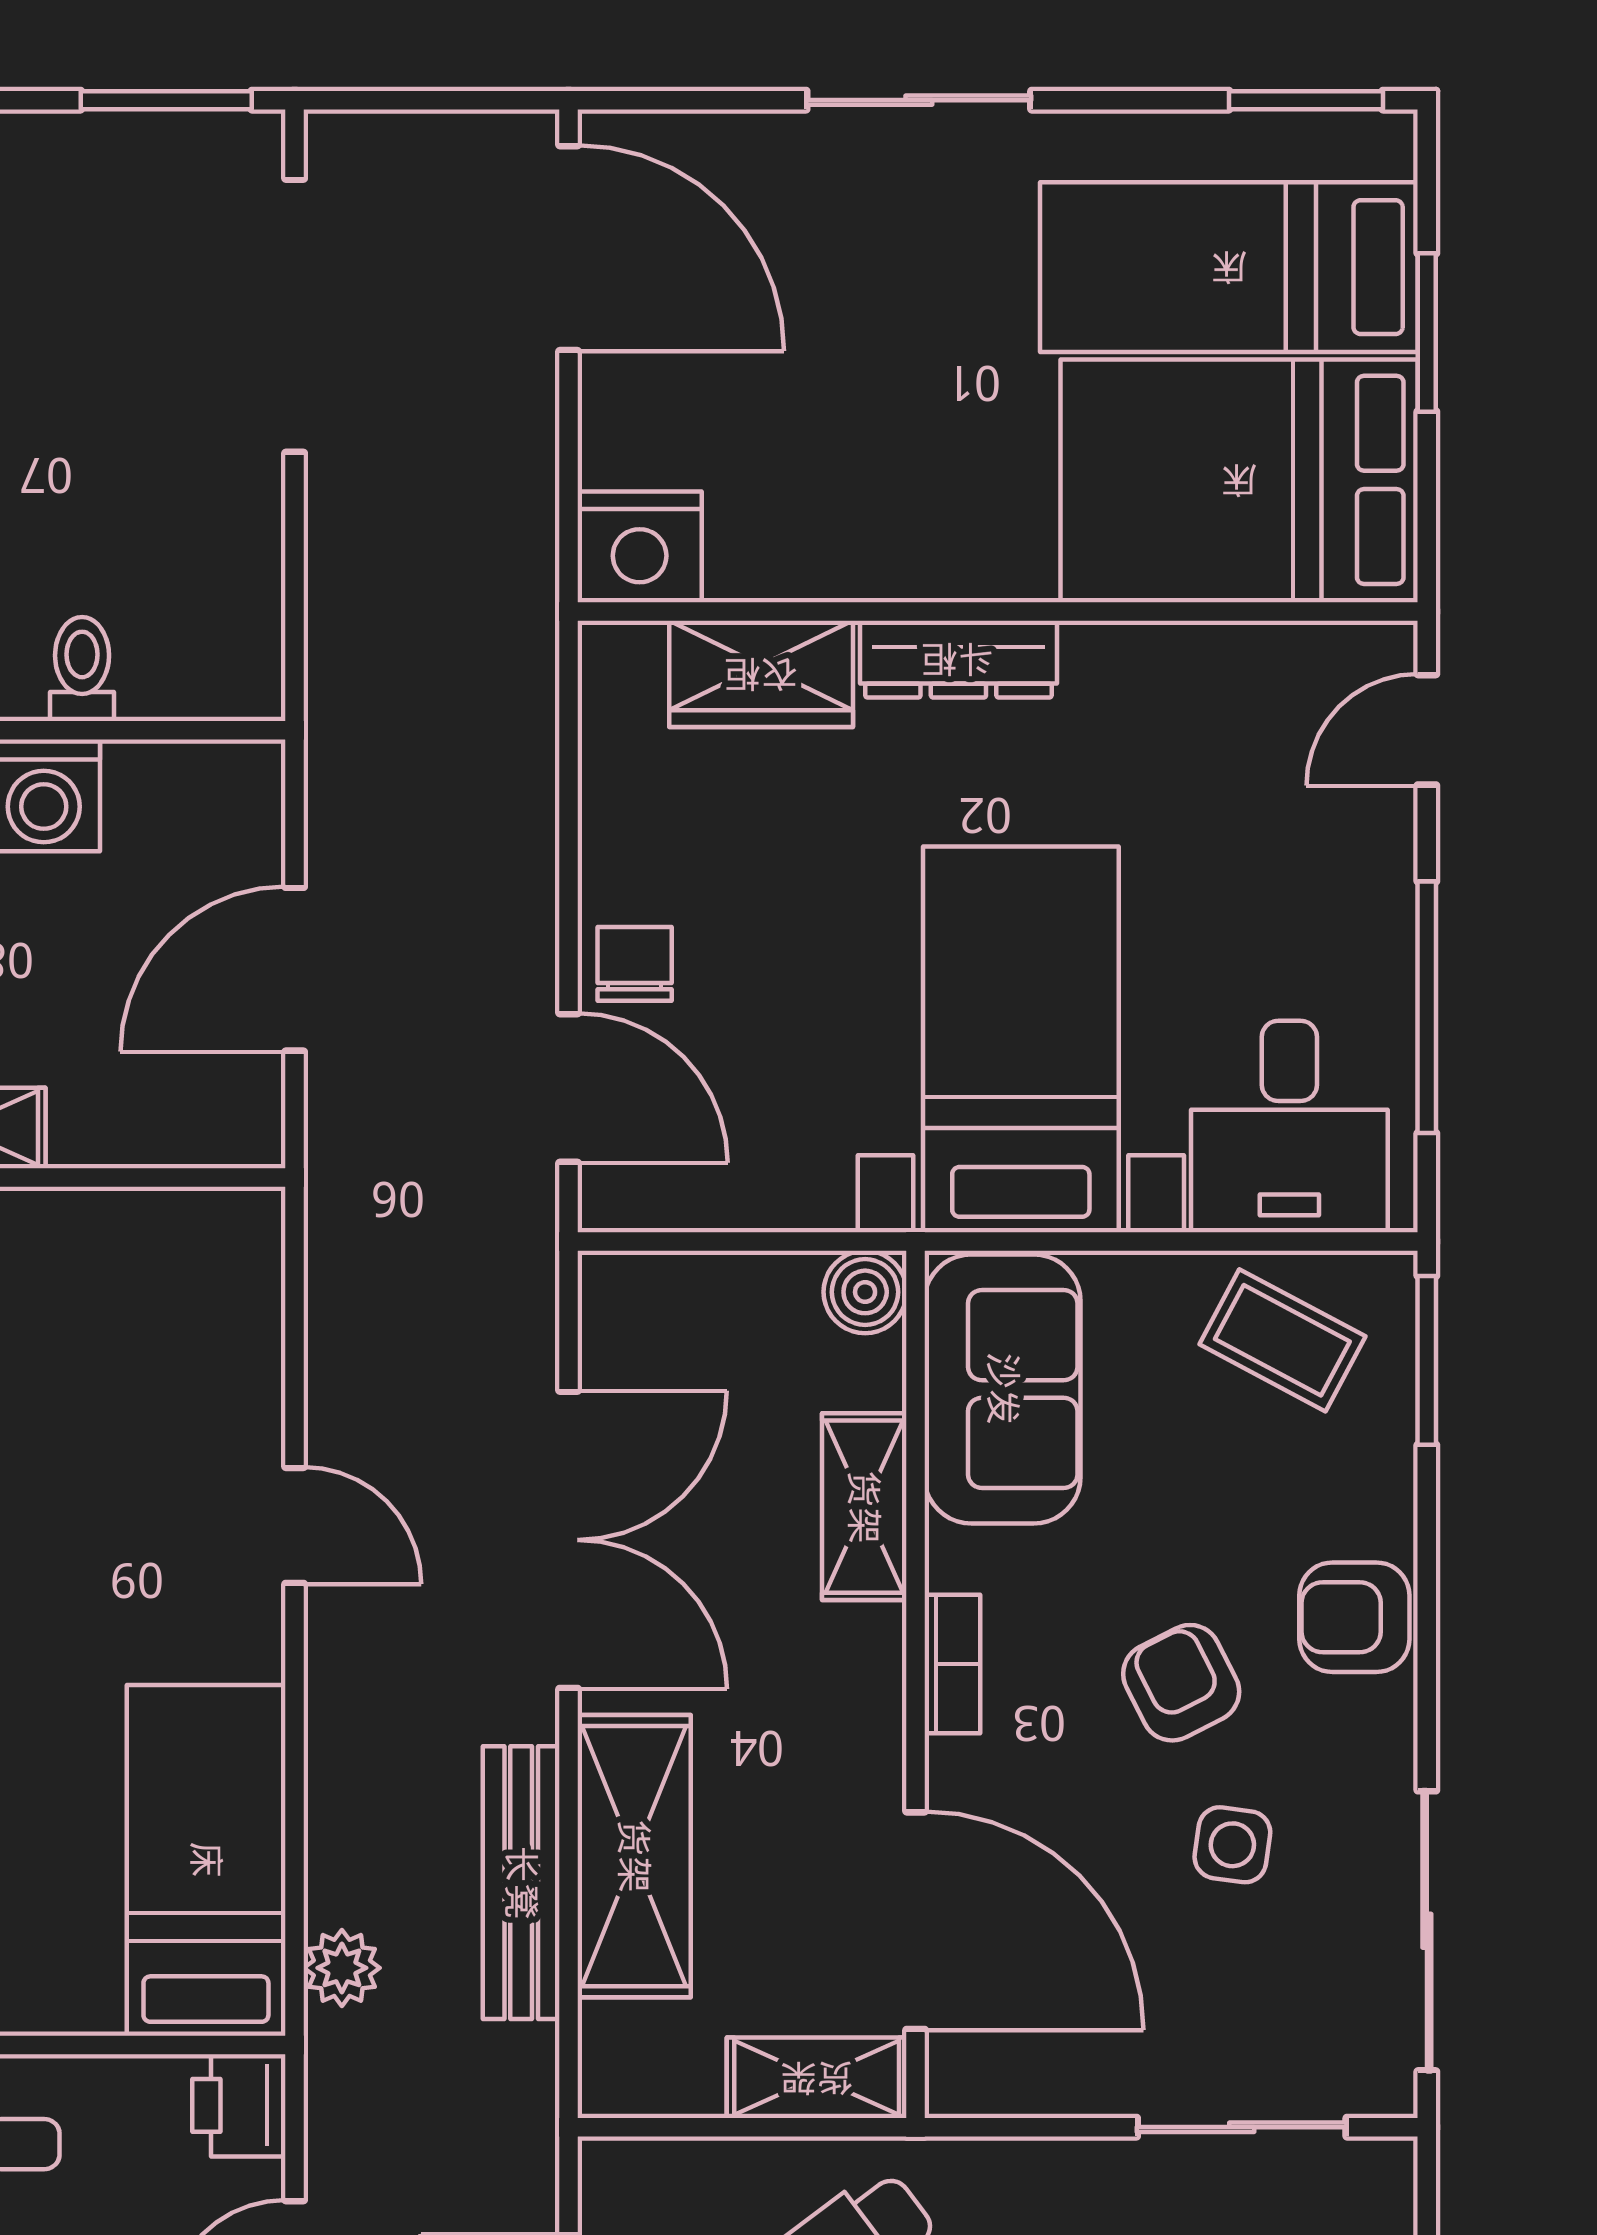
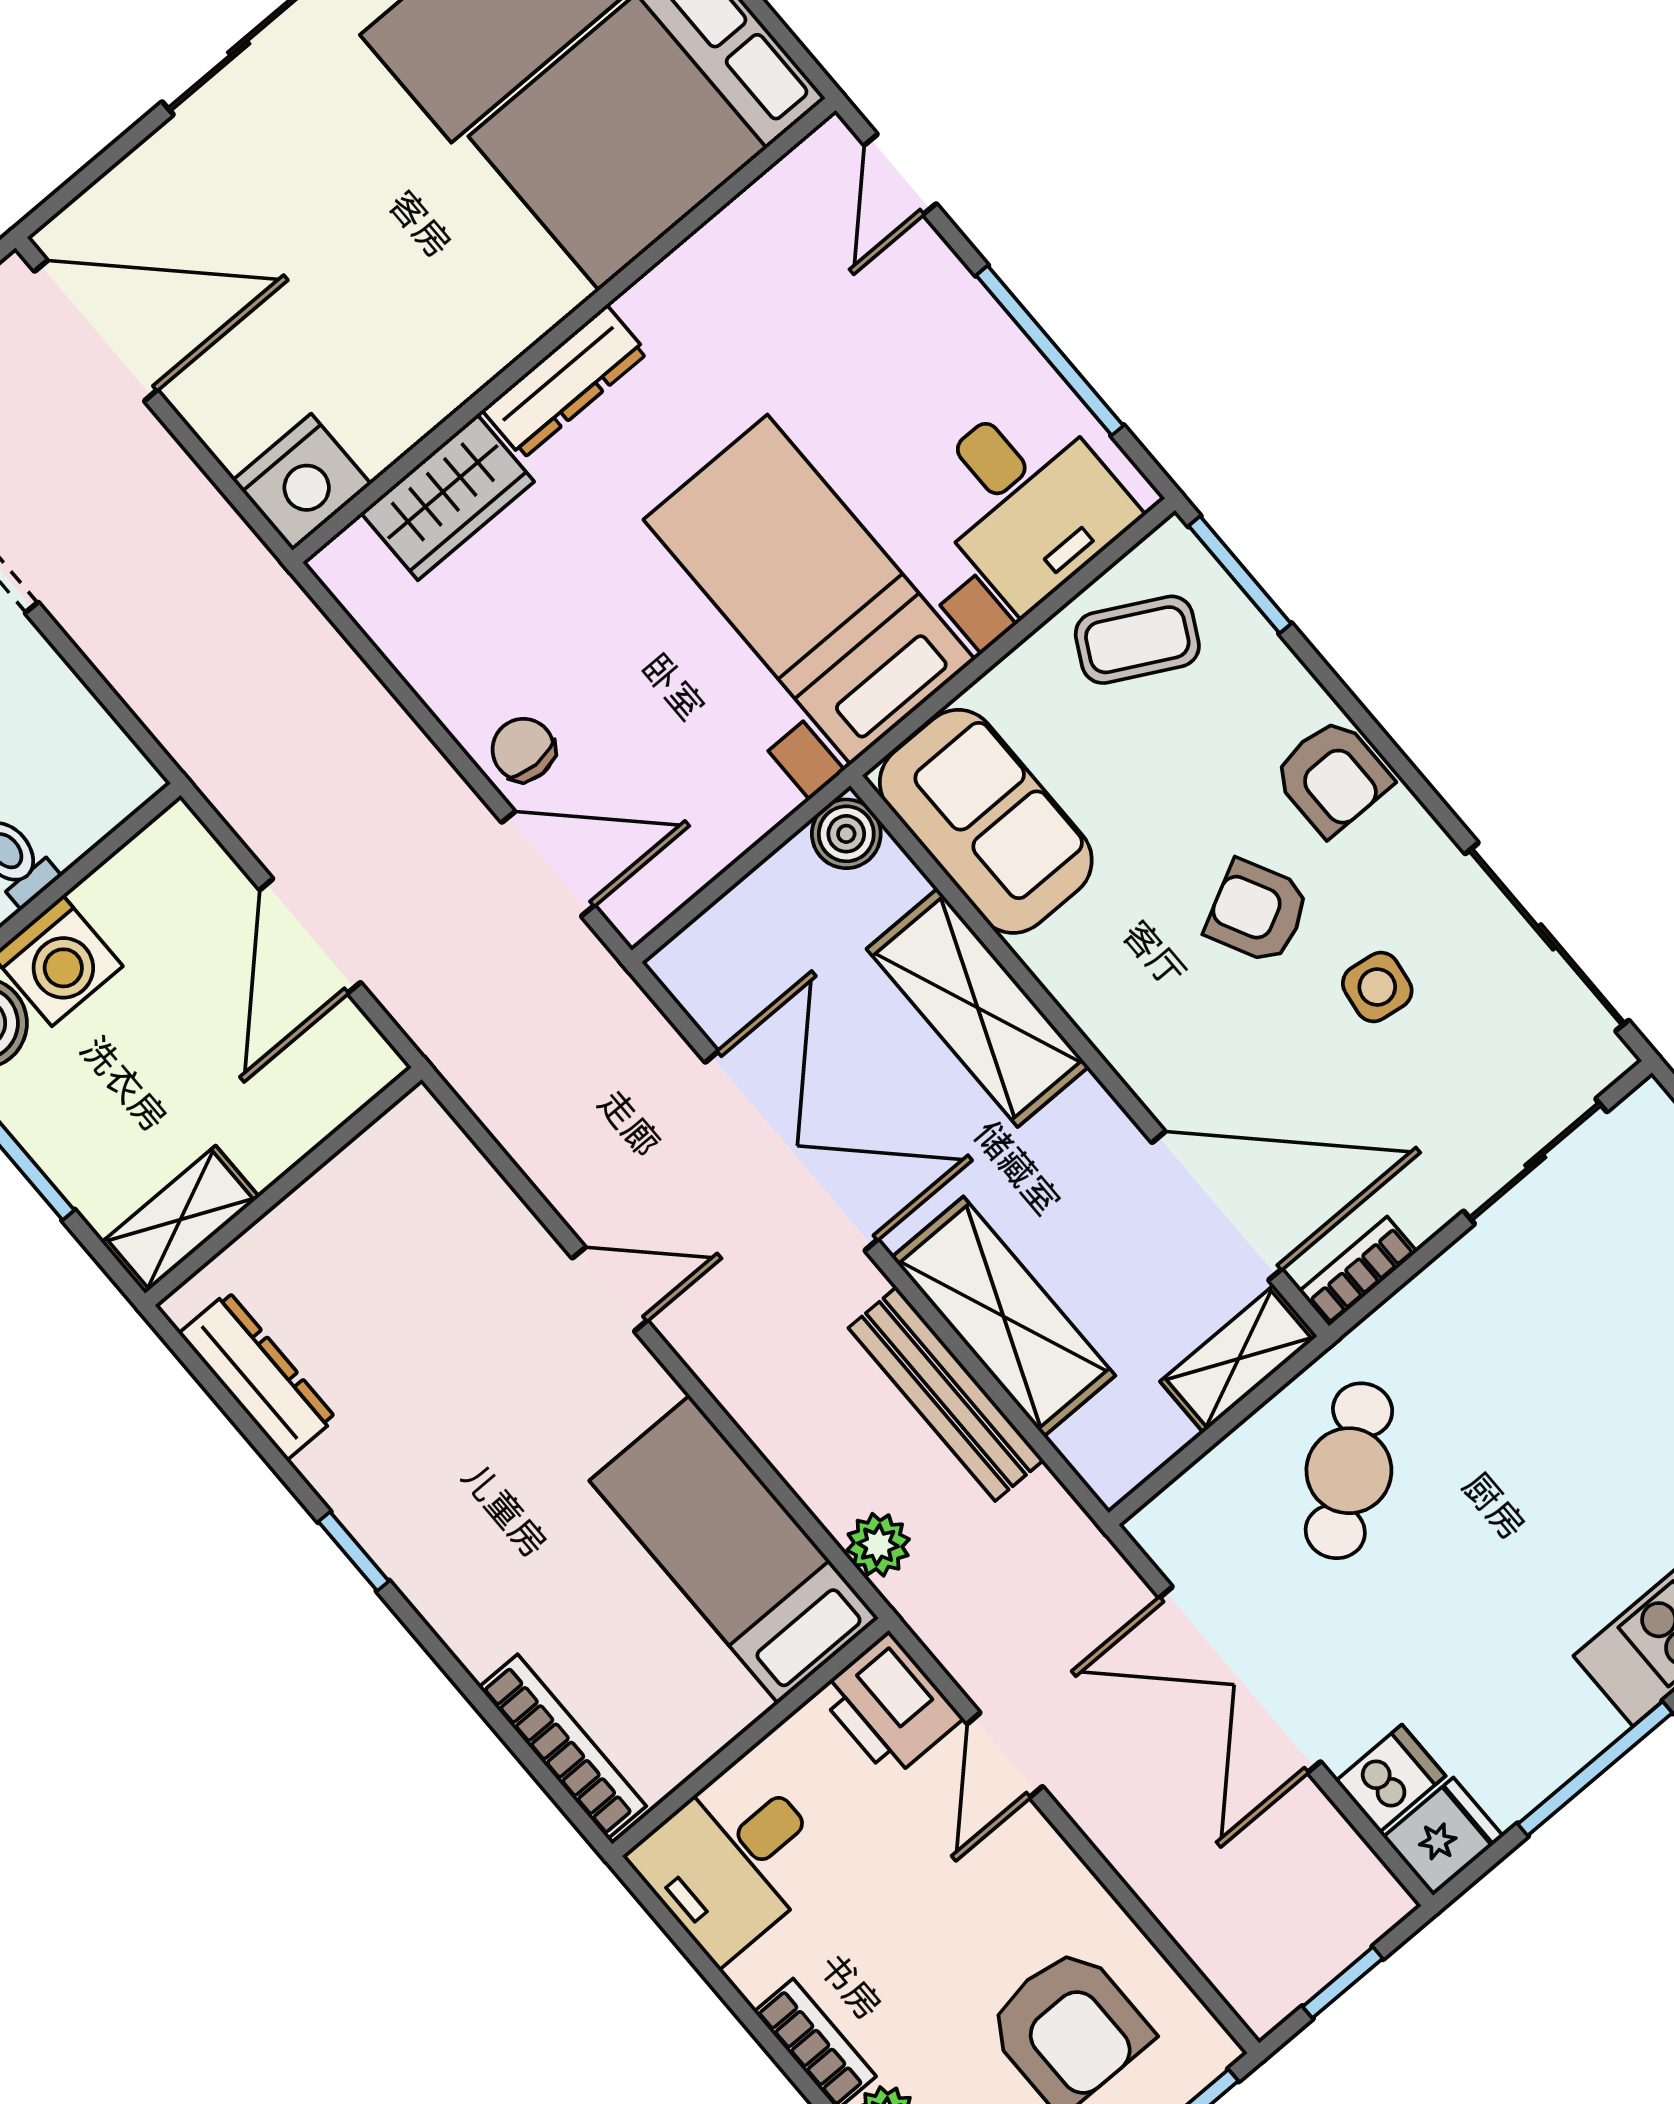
shelving: (864, 1507) -> (978, 1008), width x1.50, depth x1.33
armchair: (1354, 1617) -> (1332, 777), turned -90
bookcase: (952, 1664) -> (1358, 1271), moved, turned -90
printer: (239, 2105) -> (890, 1705), width x1.36, depth x1.24

